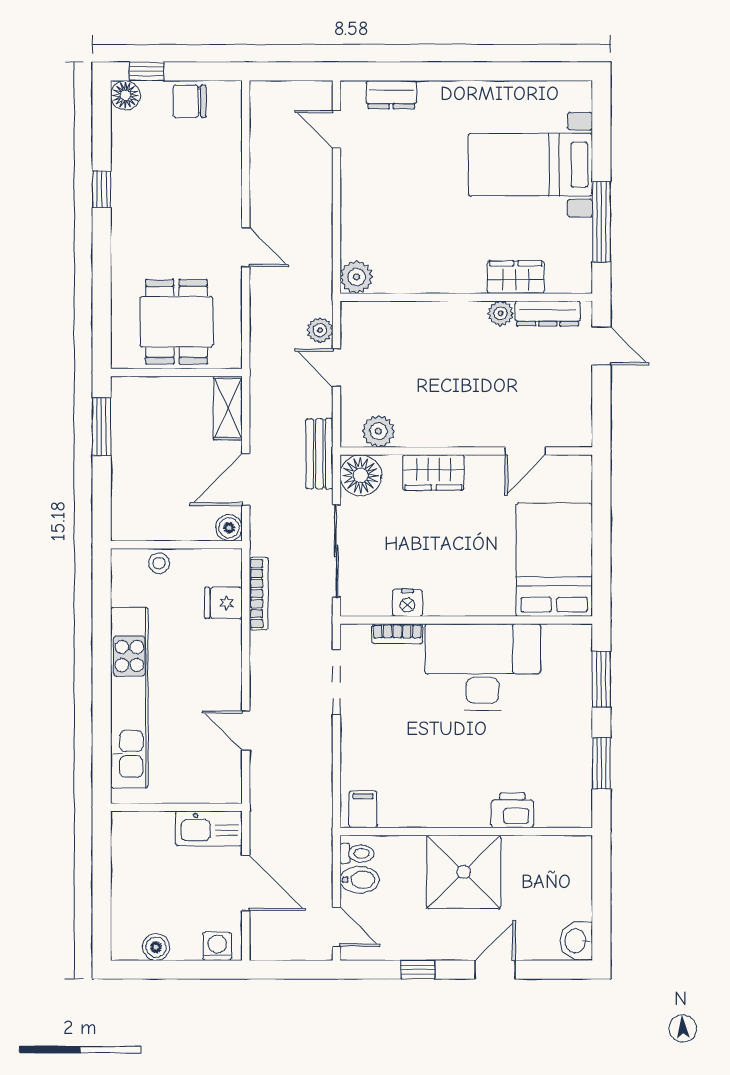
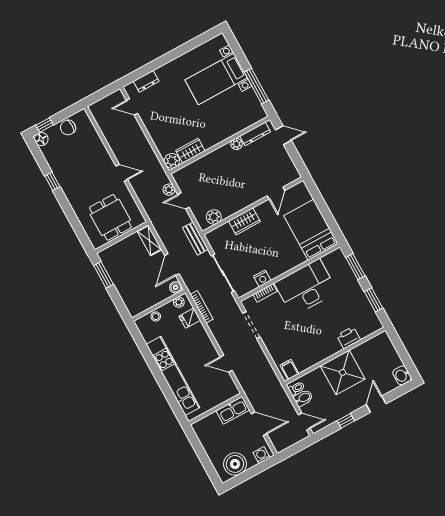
wardrobe: (516, 277) -> (190, 151), moved
floor lamp: (361, 475) -> (216, 238), removed
plant: (219, 560) -> (179, 302), added
boiler: (156, 947) -> (235, 464), width x1.86, depth x1.86

